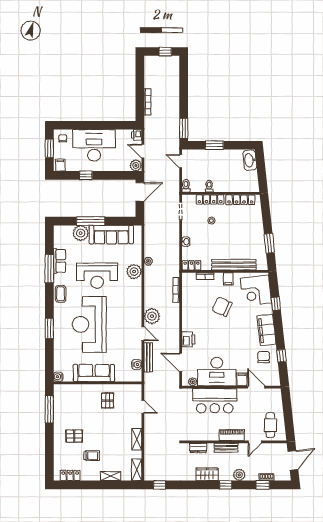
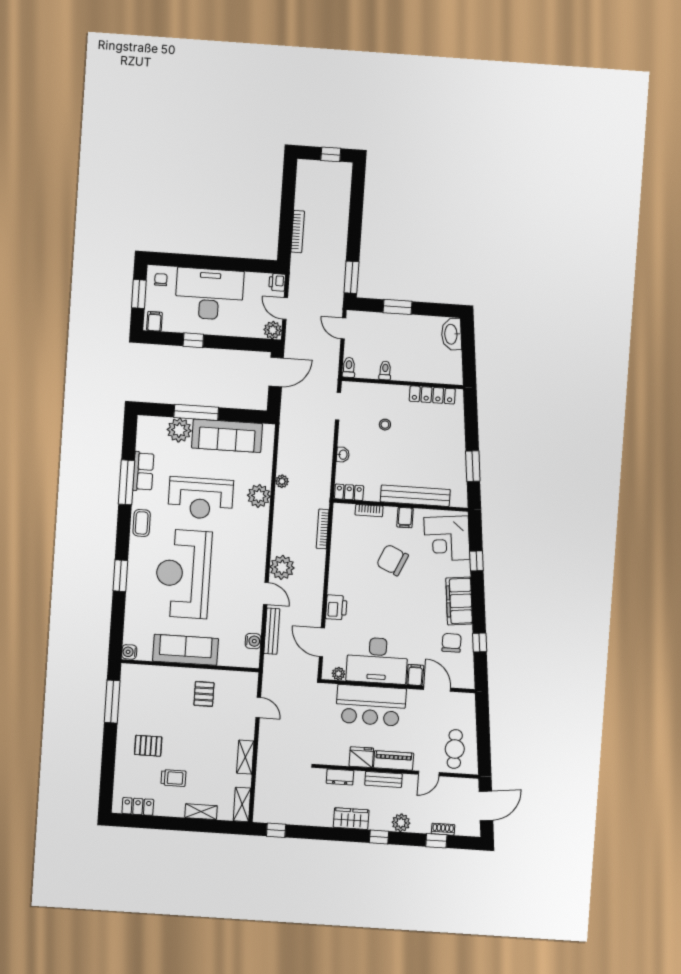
locker: (210, 199) -> (385, 391), removed
fridge: (211, 434) -> (361, 757), added

